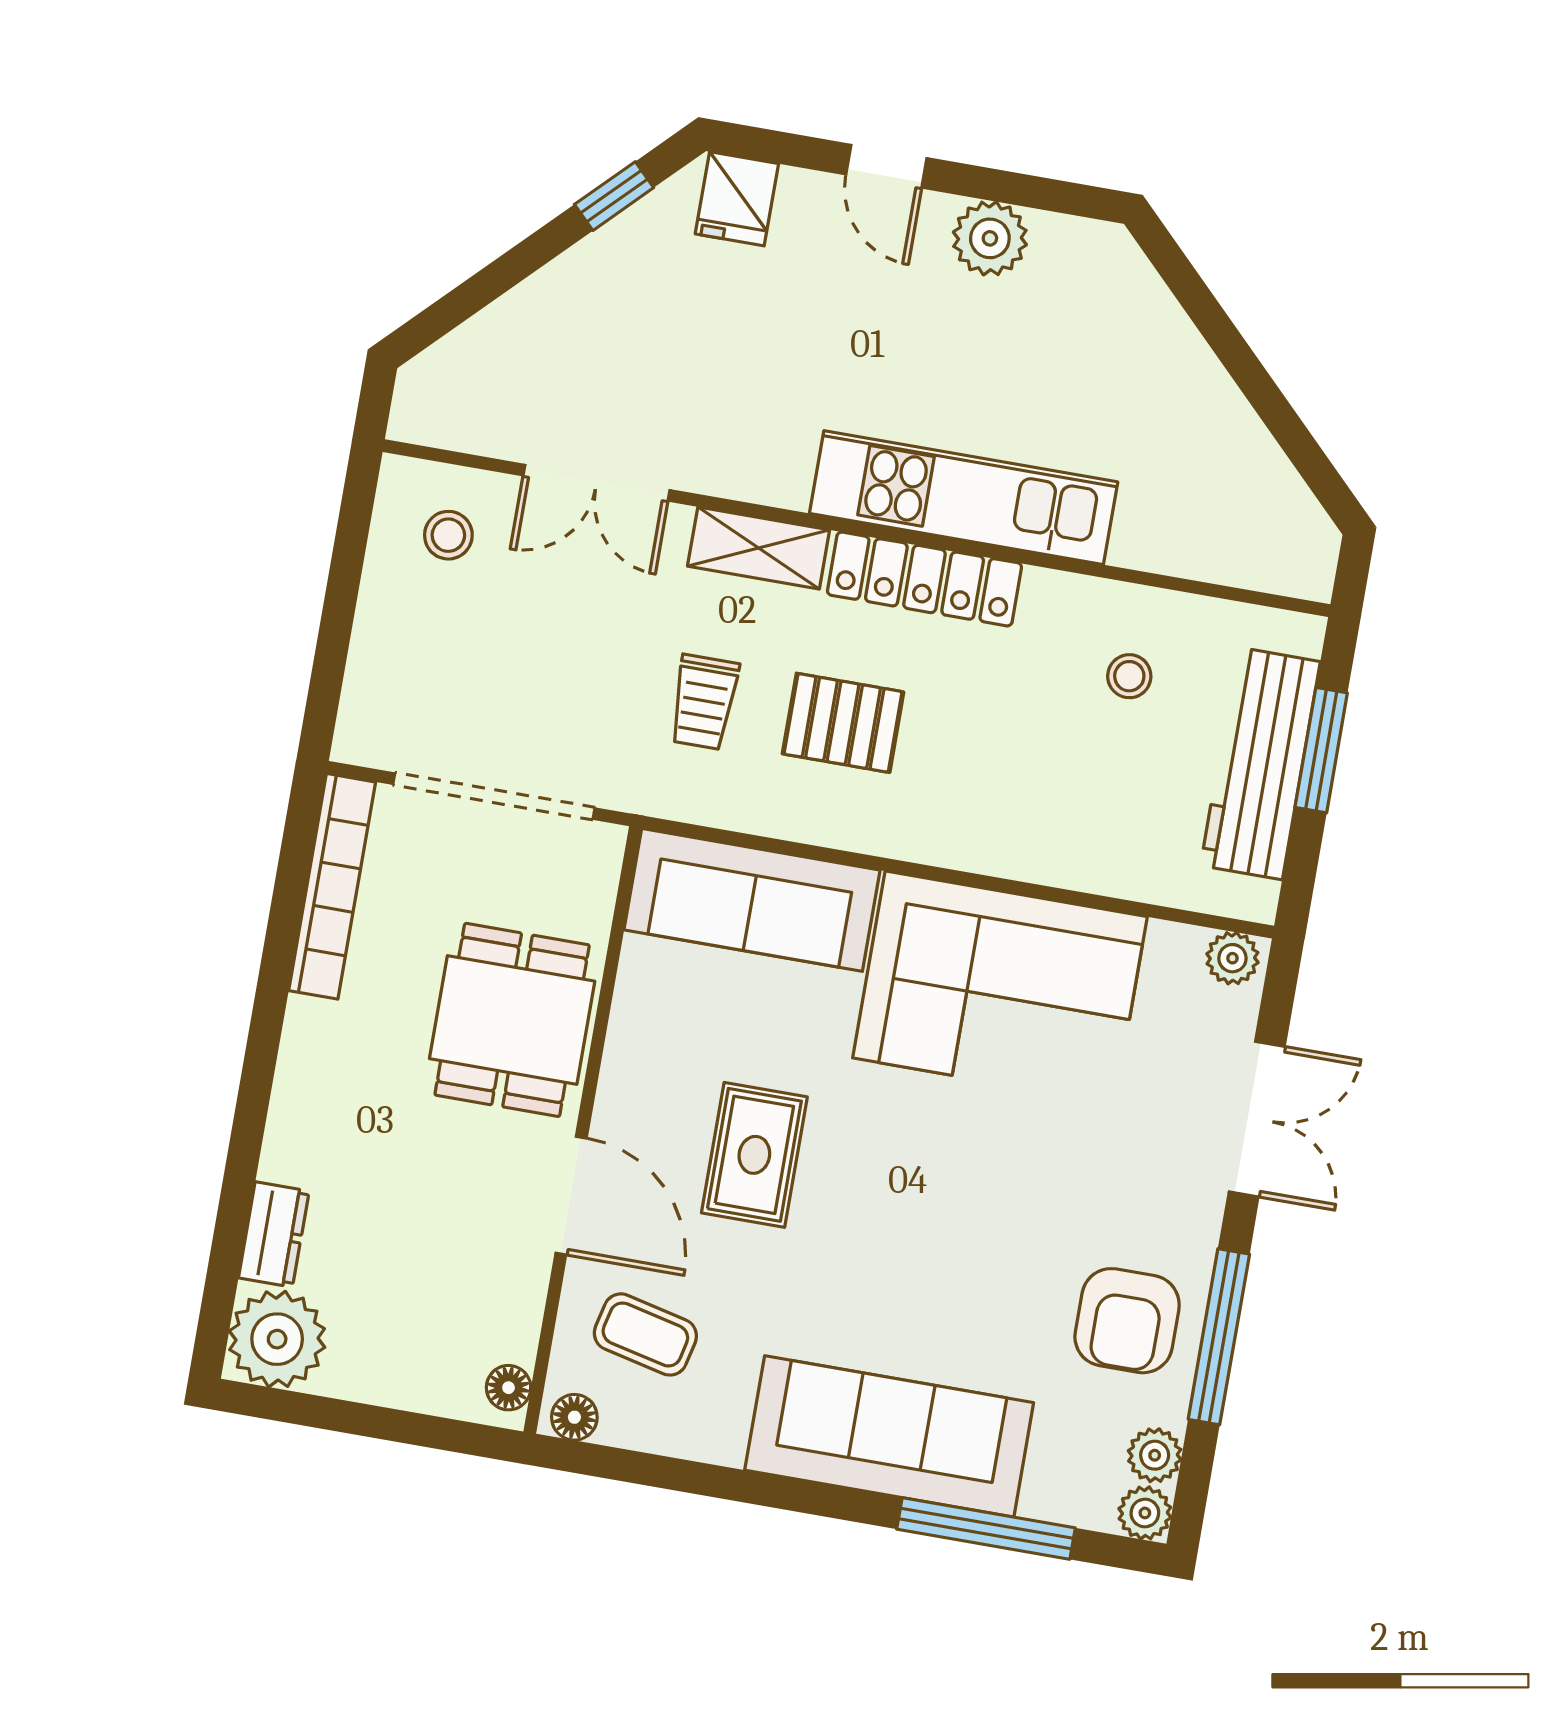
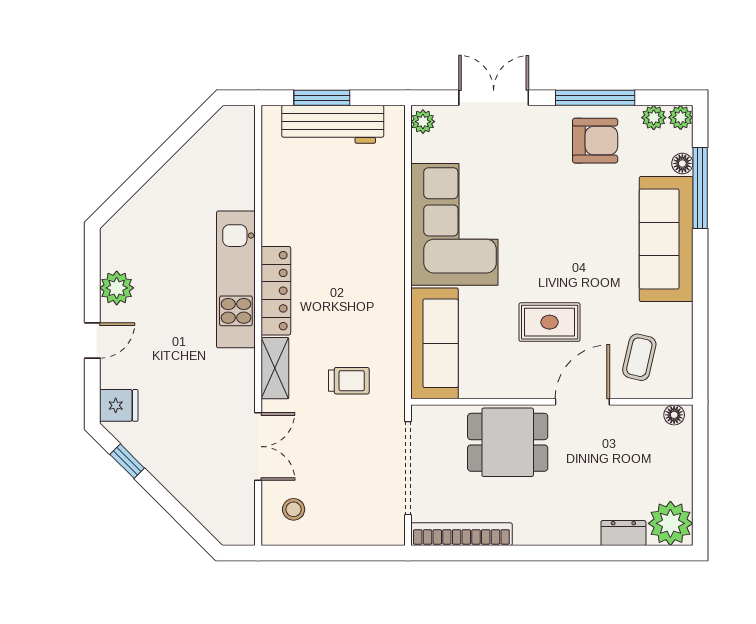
stool: (1129, 676) -> (304, 190), removed
pallet: (843, 723) -> (347, 316), removed
floor lamp: (574, 1417) -> (682, 163), moved

